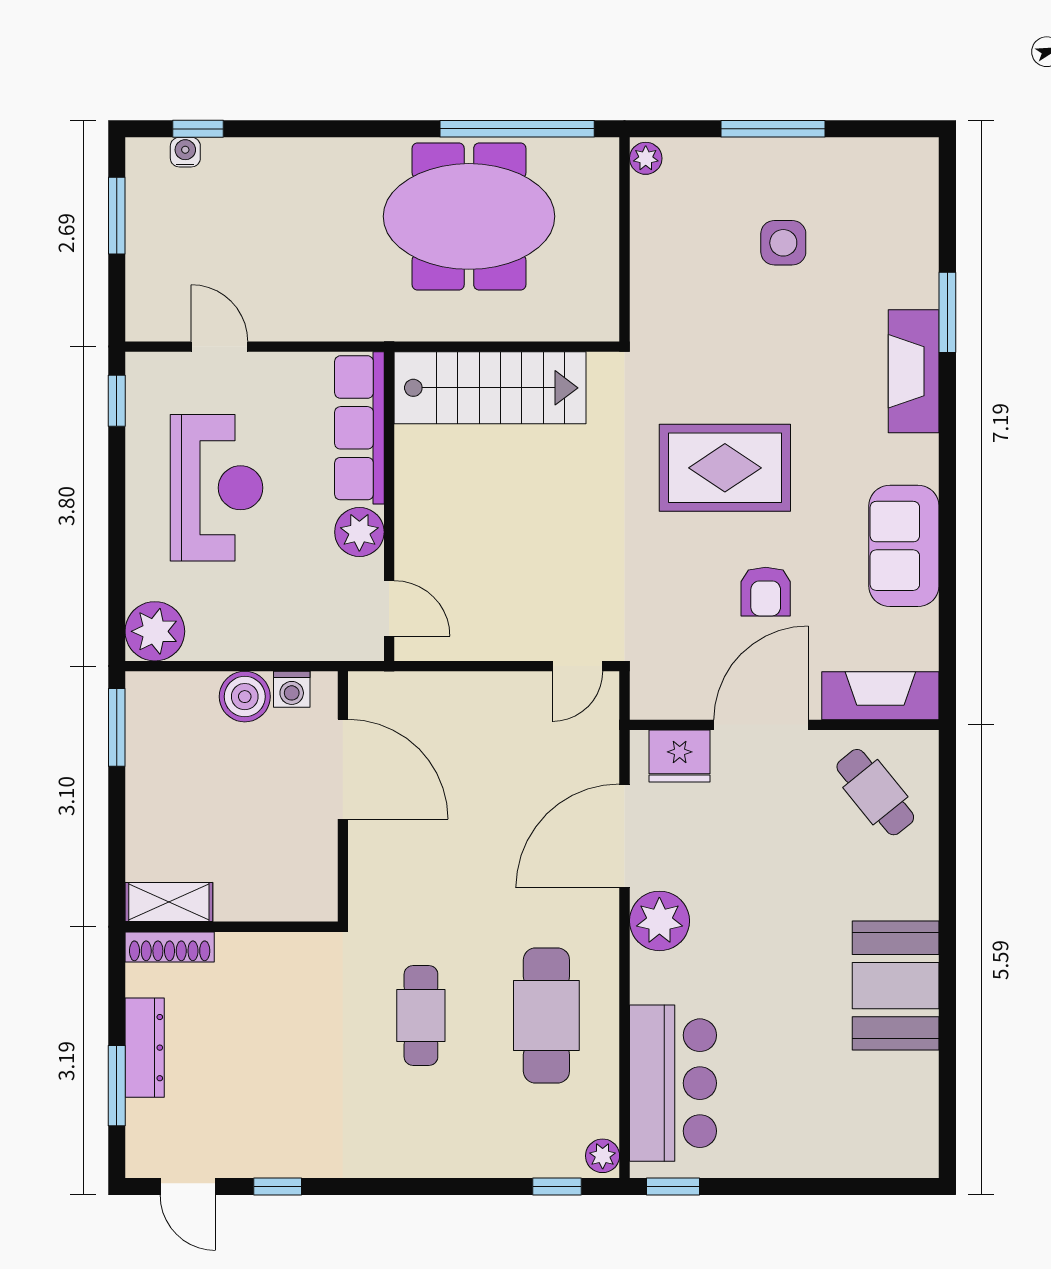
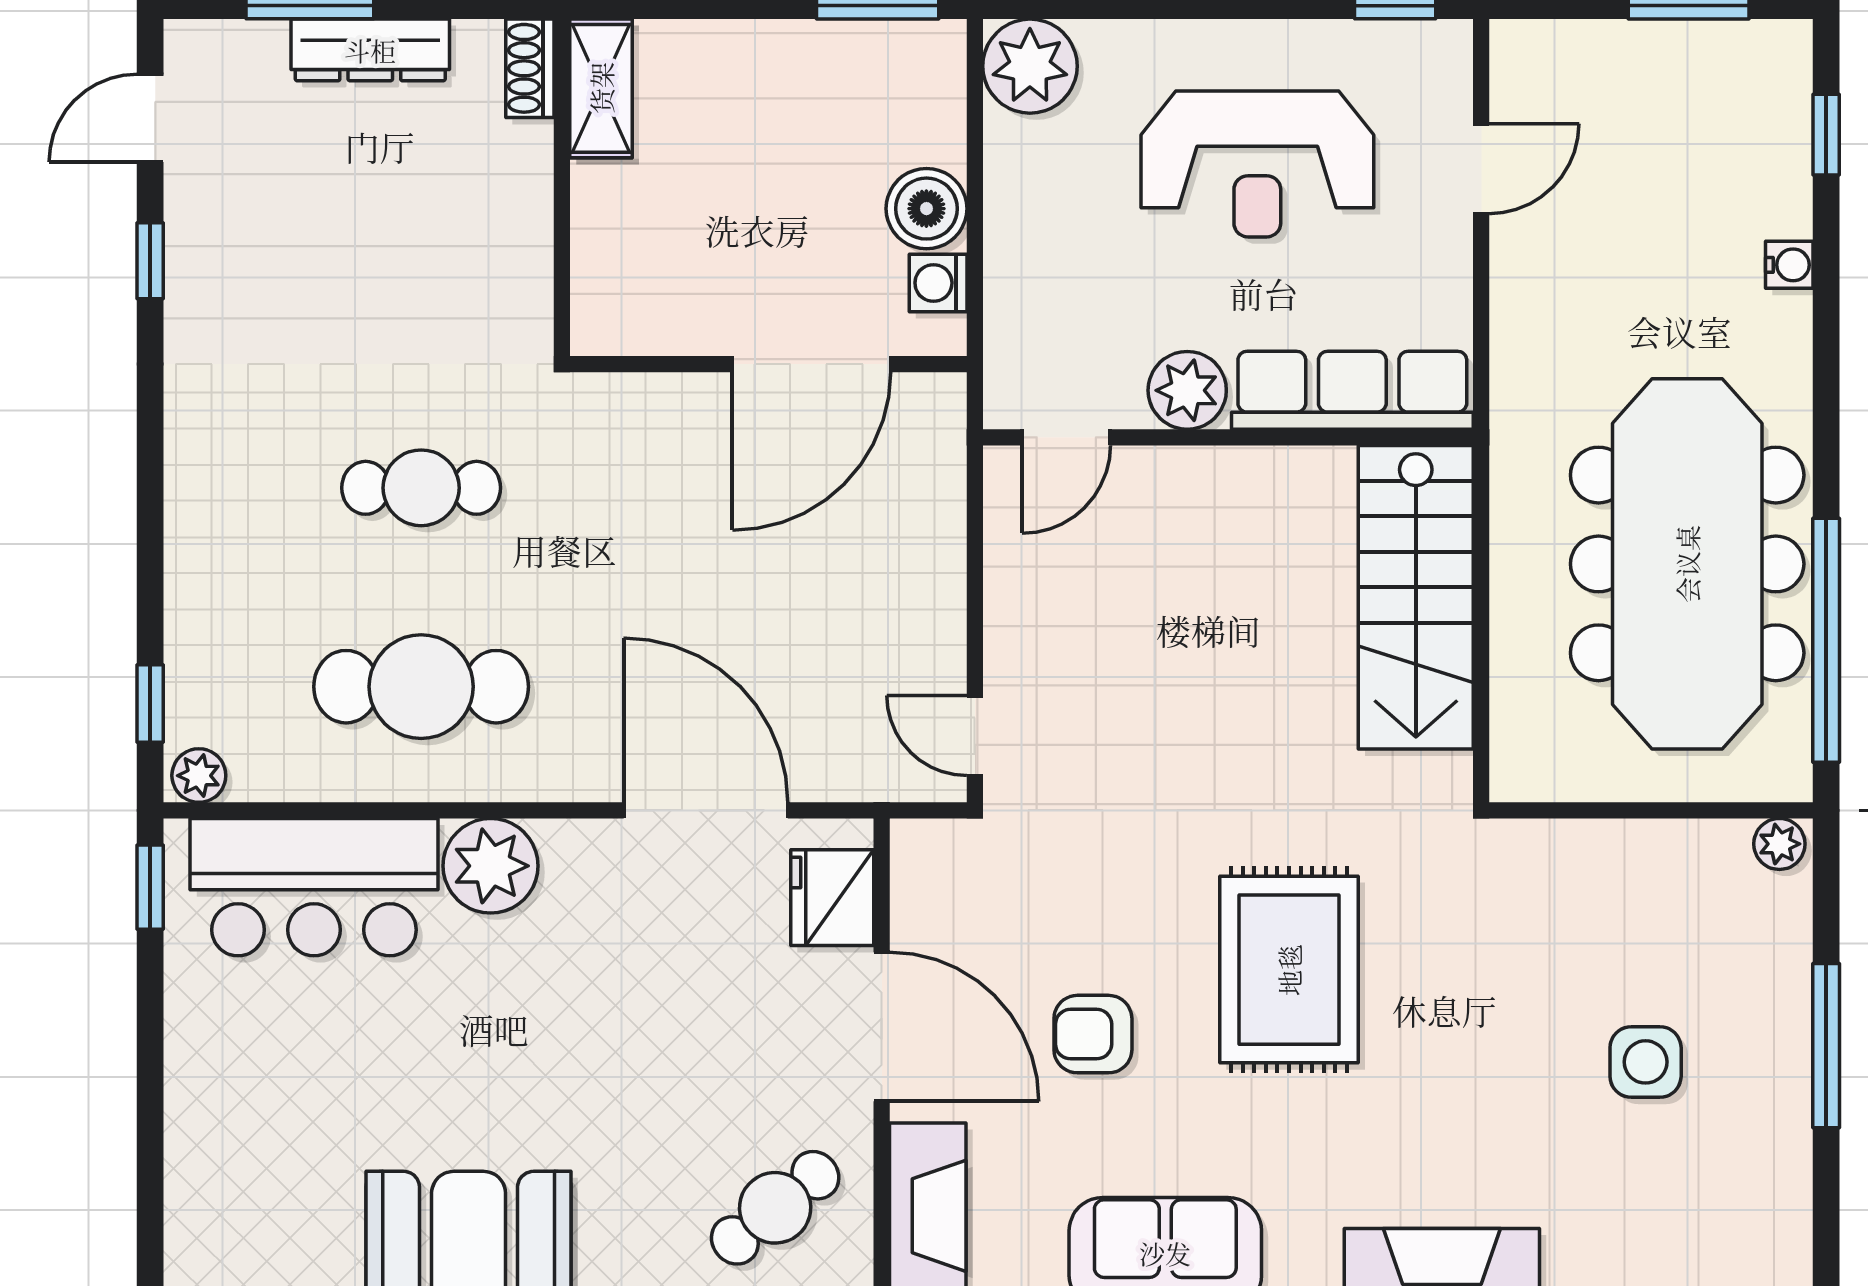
water cooler: (185, 152) -> (1789, 265), moved
meeting table: (469, 216) -> (1687, 564), width x1.36
plant: (659, 921) -> (491, 866), moved
shoe rack: (170, 947) -> (530, 68), width x0.70

